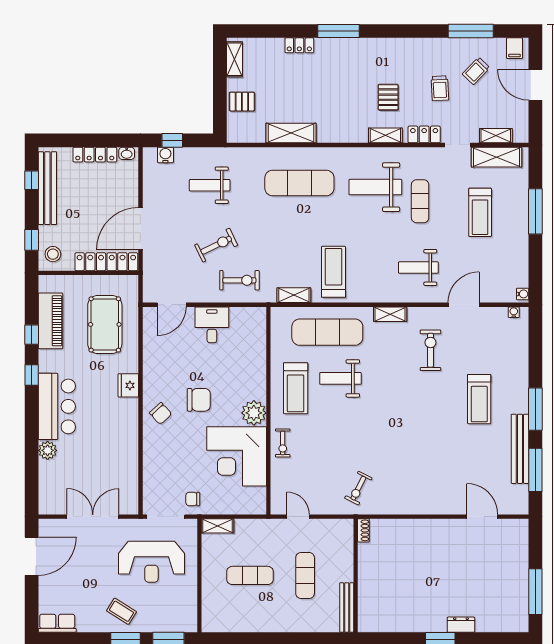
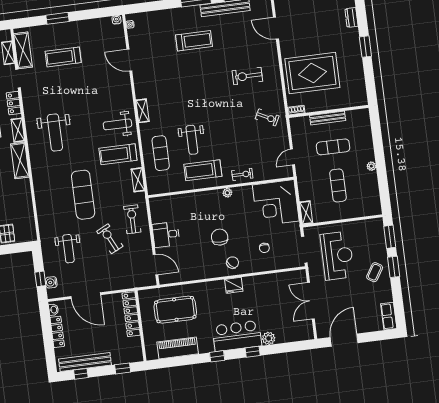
shelving: (291, 133) -> (20, 160), moved
exercise mat: (299, 183) -> (83, 195), moved
exercise mat: (420, 201) -> (61, 100), removed
window: (535, 211) -> (57, 18), width x0.69
treadmill: (480, 212) -> (63, 57), turned 180
door: (140, 229) -> (86, 296), moved
stool: (53, 254) -> (131, 352), removed
weight bench: (418, 267) -> (117, 124), moved, turned 90
exercise mat: (327, 332) -> (161, 153), width x0.73, depth x0.69
window: (32, 335) -> (253, 352), moved
exercise bike: (430, 350) -> (247, 76), moved
fridge: (128, 385) -> (234, 285), moved
treadmill: (296, 388) -> (203, 170), turned 180
plant: (254, 413) -> (227, 193), width x0.53, depth x0.53
corner desk: (237, 456) -> (276, 203), moved, turned 90
chair: (193, 499) -> (264, 248), moved
door: (482, 517) -> (276, 28), hinge flipped
door: (32, 556) -> (344, 340), hinge flipped
rug: (413, 560) -> (312, 73), added
bench: (347, 607) -> (328, 118), moved
dresser: (461, 625) -> (351, 18), moved
plant: (271, 626) -> (371, 166), added

